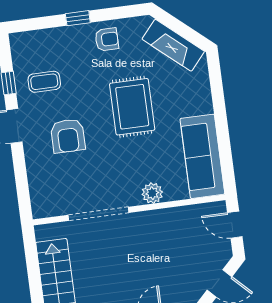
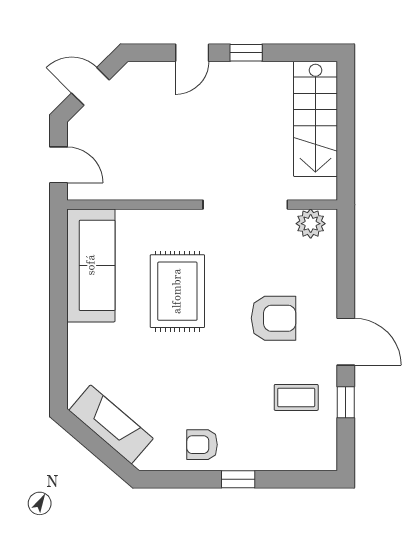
rug: (132, 107) -> (177, 291), moved
armchair: (68, 136) -> (273, 318), turned 90
plant: (152, 193) -> (311, 224), moved

